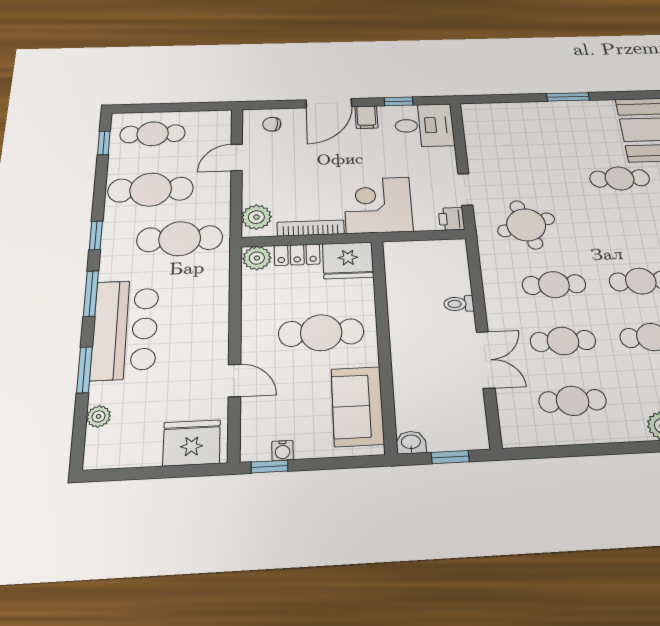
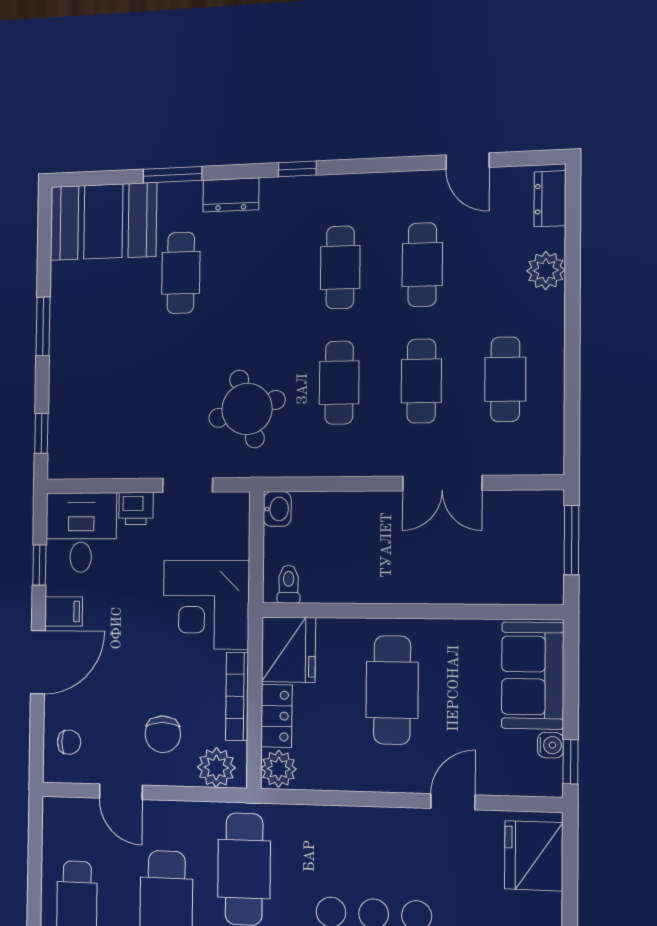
window: (492, 99) -> (41, 433), added
door: (329, 103) -> (38, 662), hinge flipped
chair: (272, 124) -> (69, 742), turned -96
chair: (280, 182) -> (163, 734), added
printer: (451, 219) -> (136, 509), moved
toilet: (459, 304) -> (289, 584), moved, turned 180
double door: (486, 360) -> (442, 483), swing flipped
sofa: (358, 406) -> (533, 675), moved, turned 90
washbasin: (411, 442) -> (277, 509), moved, turned 180
window: (450, 457) -> (571, 540), width x1.50

